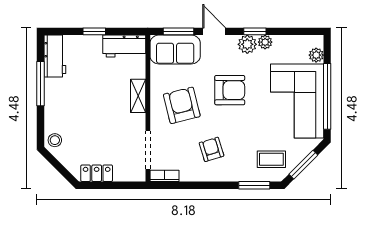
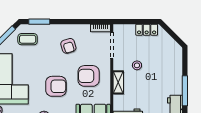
armchair: (230, 90) -> (56, 86), turned 180
armchair: (182, 105) -> (89, 76), turned 104
stool: (55, 140) -> (137, 65), moved

